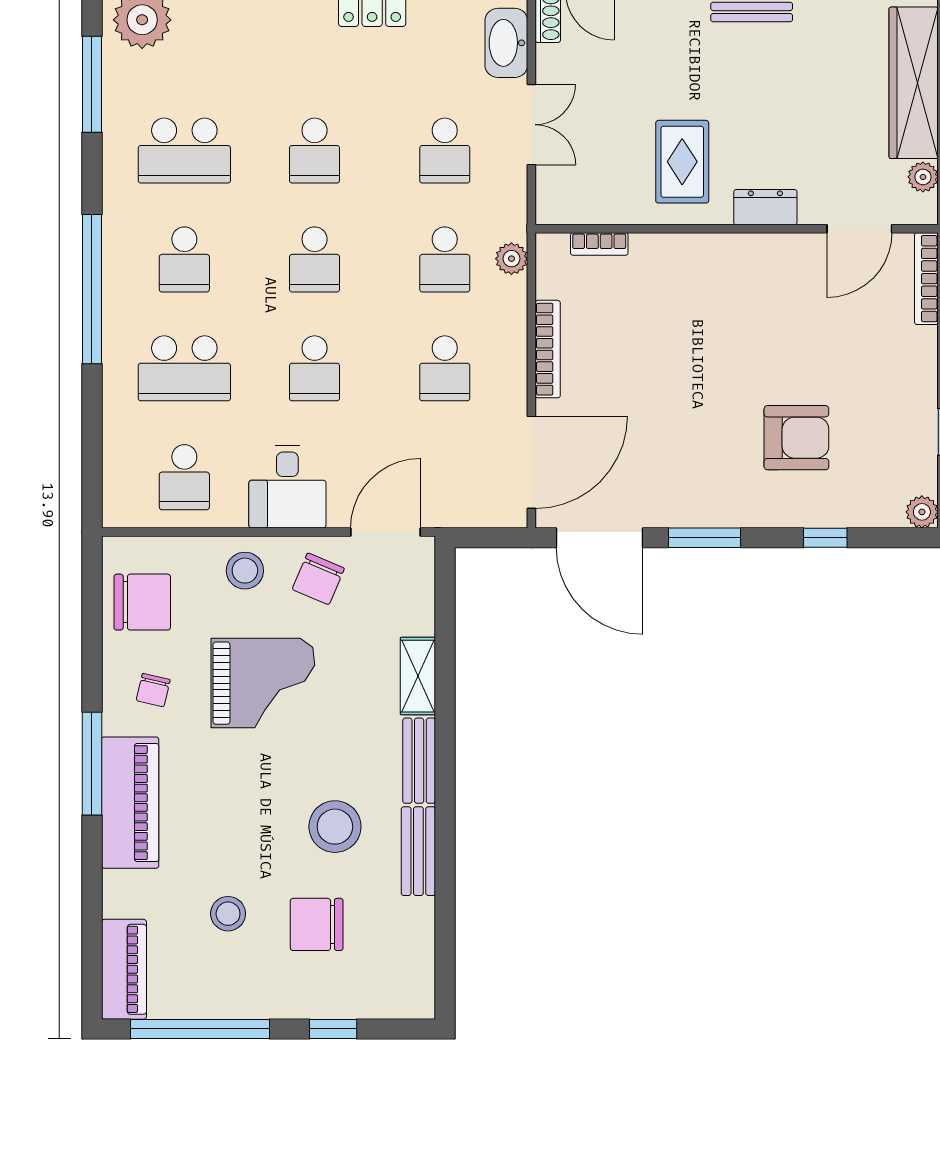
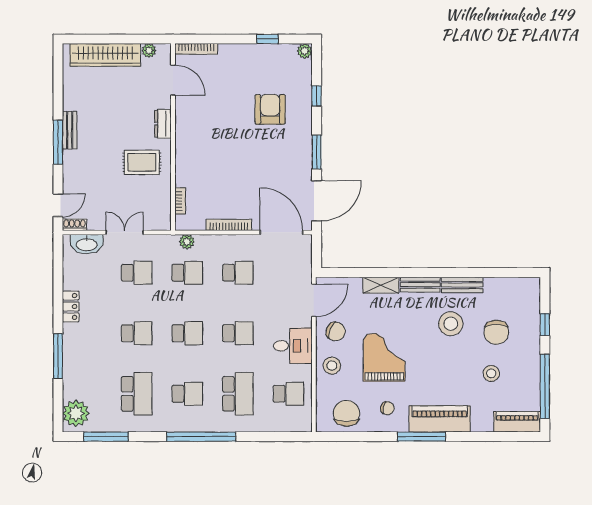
door: (386, 532) -> (314, 300), swing flipped

